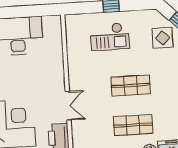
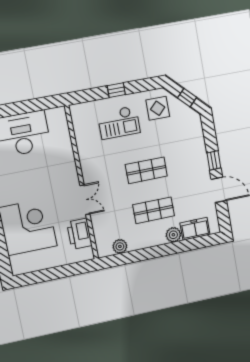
display table: (163, 38) -> (158, 108), moved

